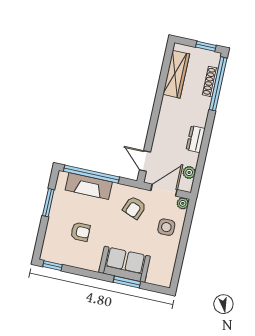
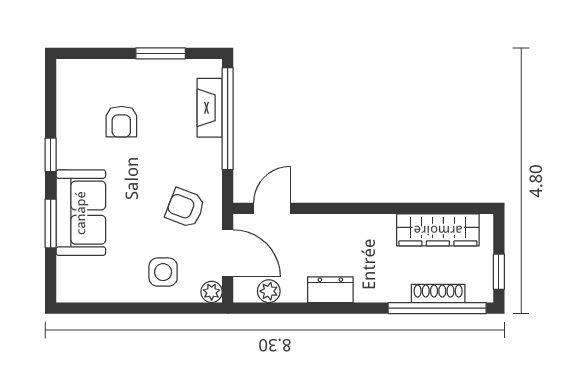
fireplace: (89, 186) -> (210, 108), width x0.73, depth x0.76
window: (53, 266) -> (51, 155), moved

